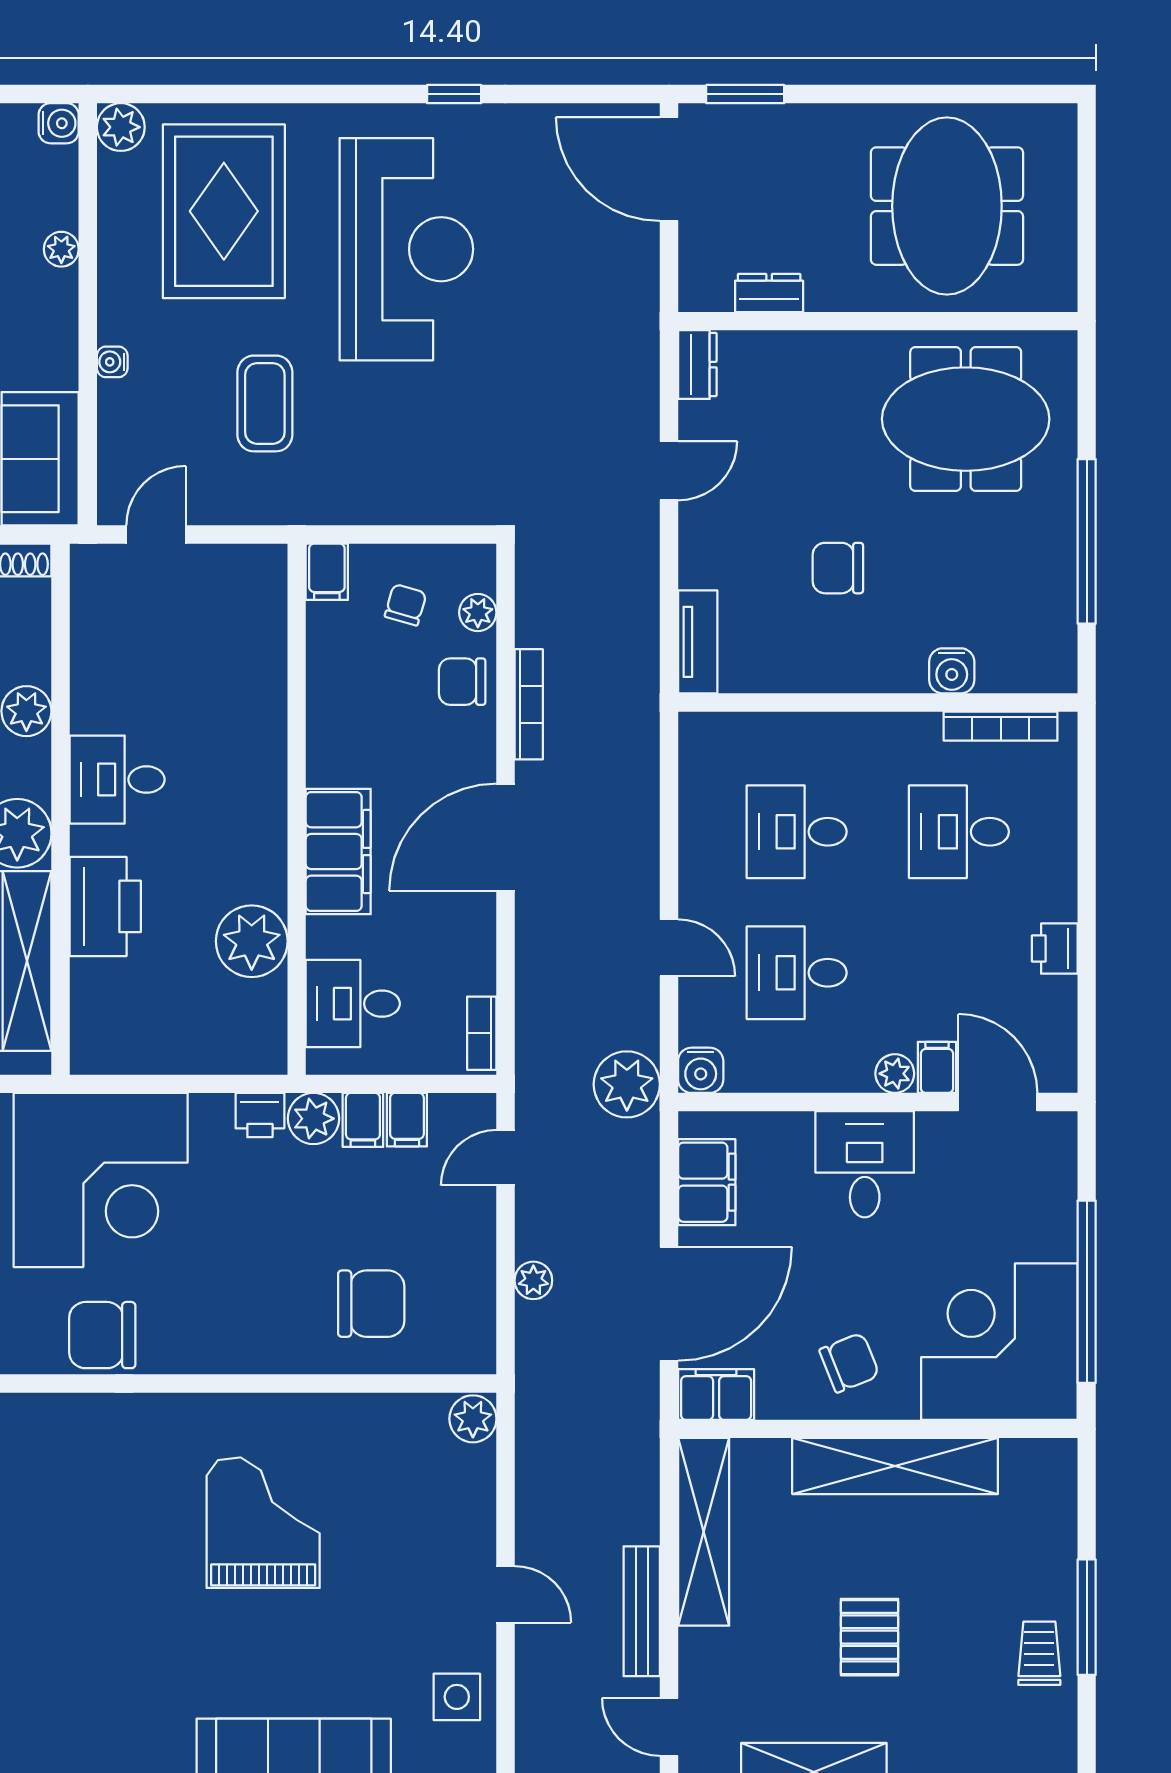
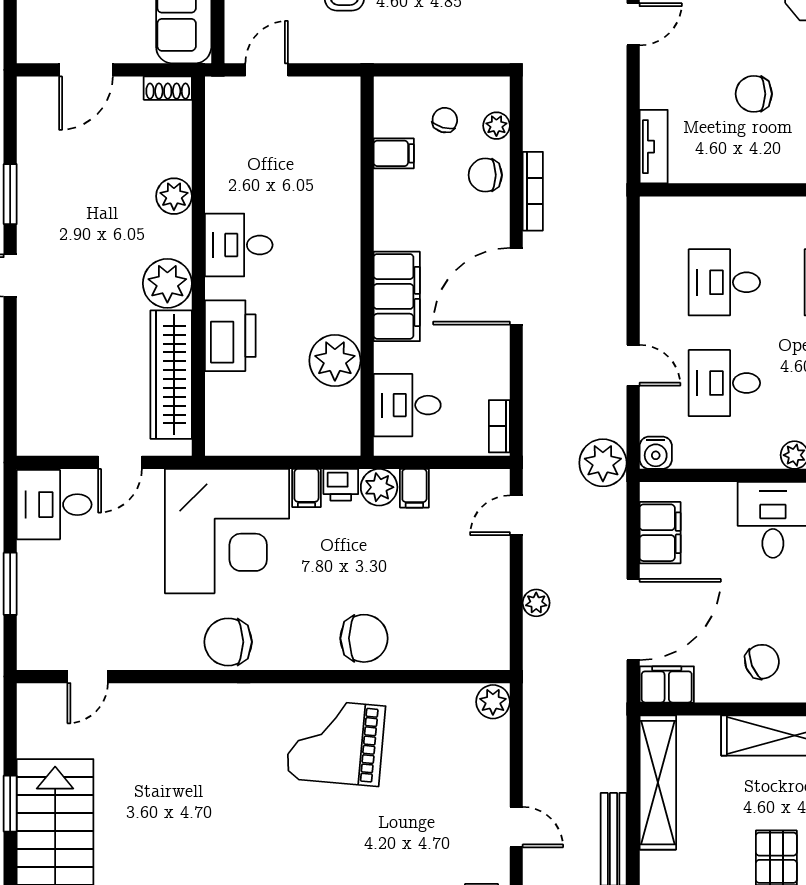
filing cabinet: (327, 572) -> (394, 153), moved, turned -90
filing cabinet: (407, 1120) -> (306, 488), moved
chair: (371, 1304) -> (364, 638), moved
grand piano: (263, 1523) -> (336, 742), moved, turned -85

